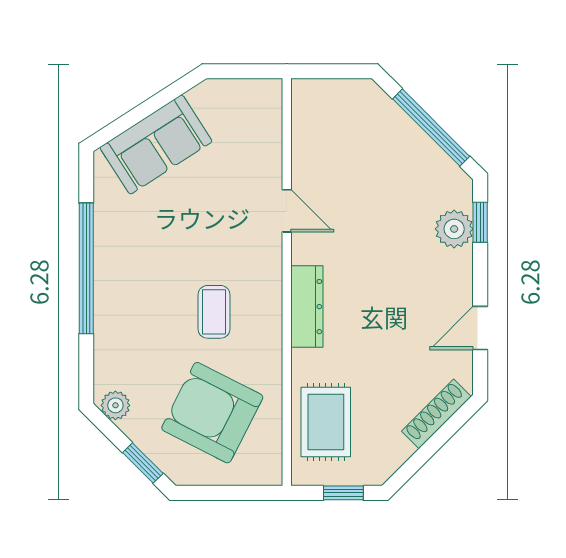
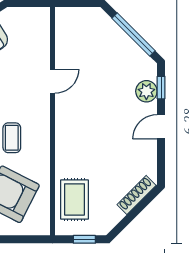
door: (287, 211) -> (53, 81), hinge flipped
dresser: (307, 307) -> (64, 135), removed
door: (480, 328) -> (161, 127), moved

